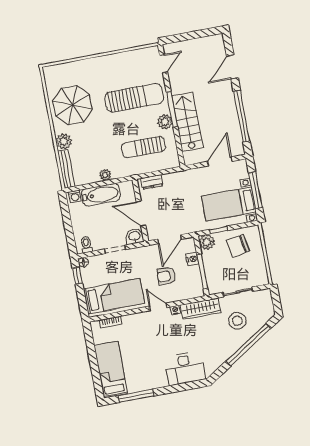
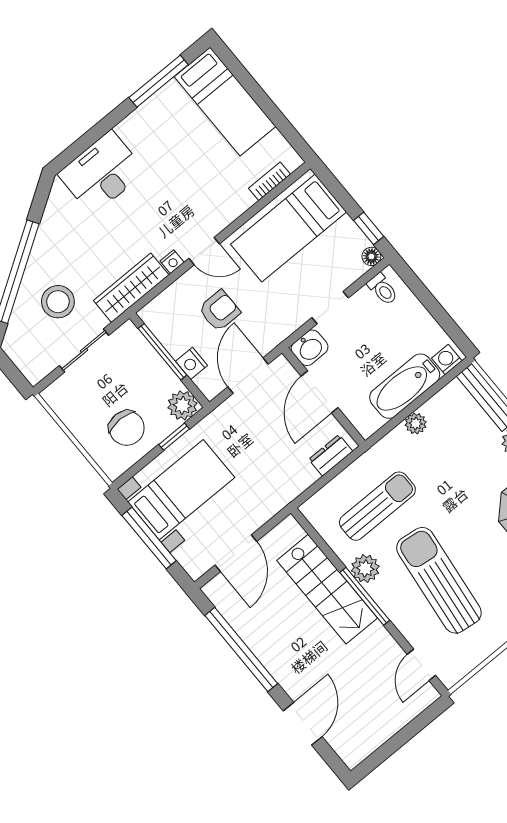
sun lounger: (134, 98) -> (439, 580), turned 97
door: (141, 214) -> (320, 392), swing flipped
chair: (238, 246) -> (127, 428), turned 100

